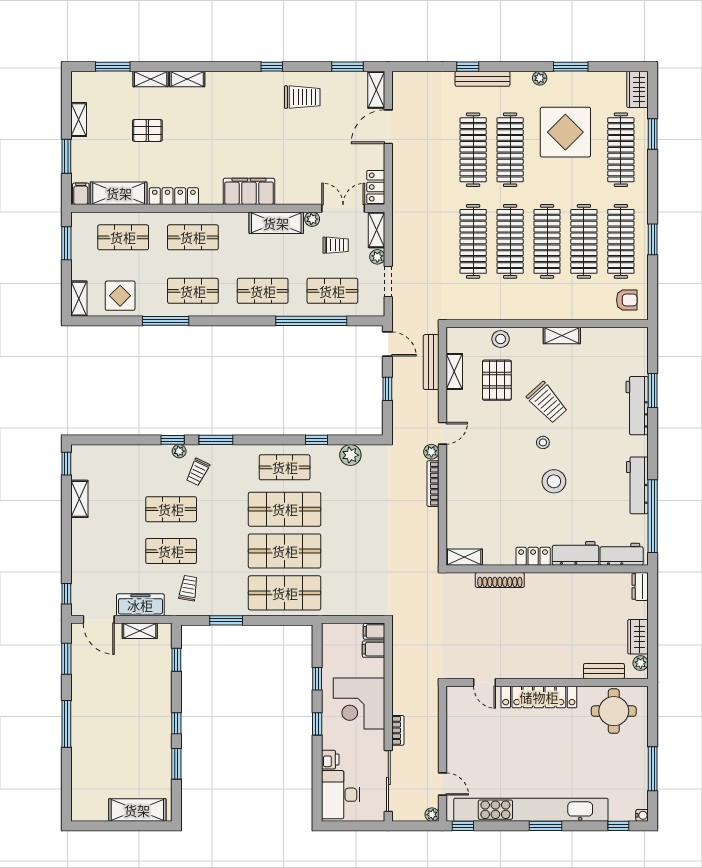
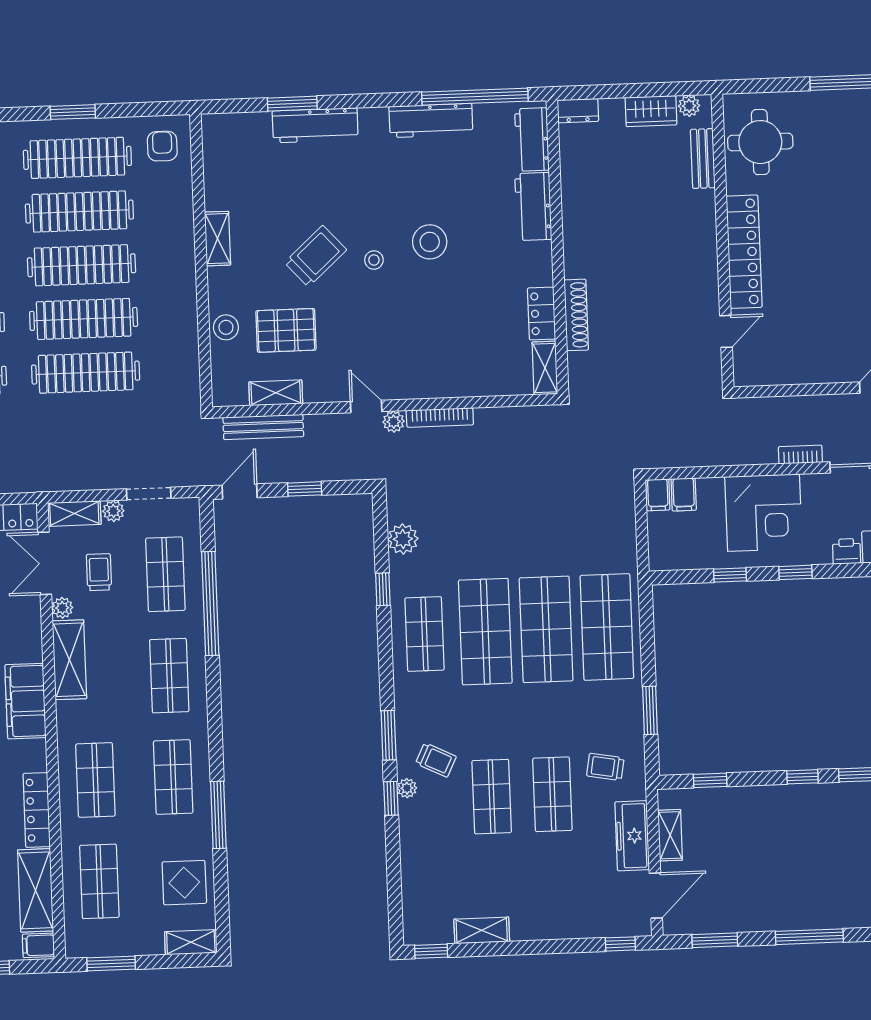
locker: (533, 556) -> (542, 314), moved

